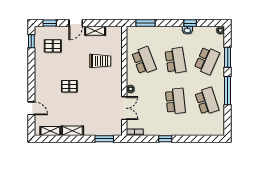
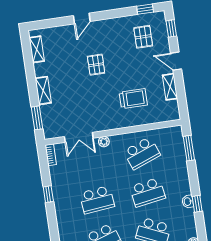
trolley: (100, 61) -> (133, 99), turned -90
door: (31, 108) -> (82, 18), moved
shelving: (72, 131) -> (43, 91), moved

